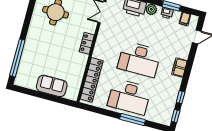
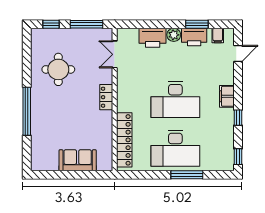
printer: (167, 13) -> (194, 37), width x1.87, depth x1.48
window: (17, 58) -> (27, 111), moved
window: (181, 97) -> (238, 118), moved

